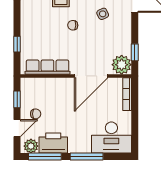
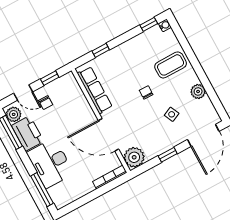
window: (135, 52) -> (168, 155), moved
desk: (111, 138) -> (50, 163), moved
window: (87, 157) -> (42, 190), moved

